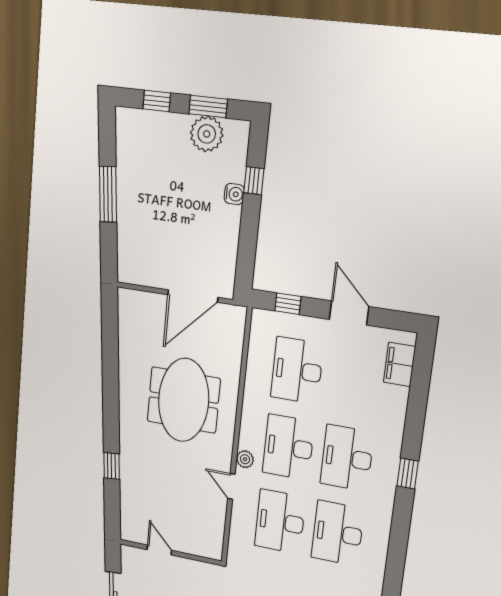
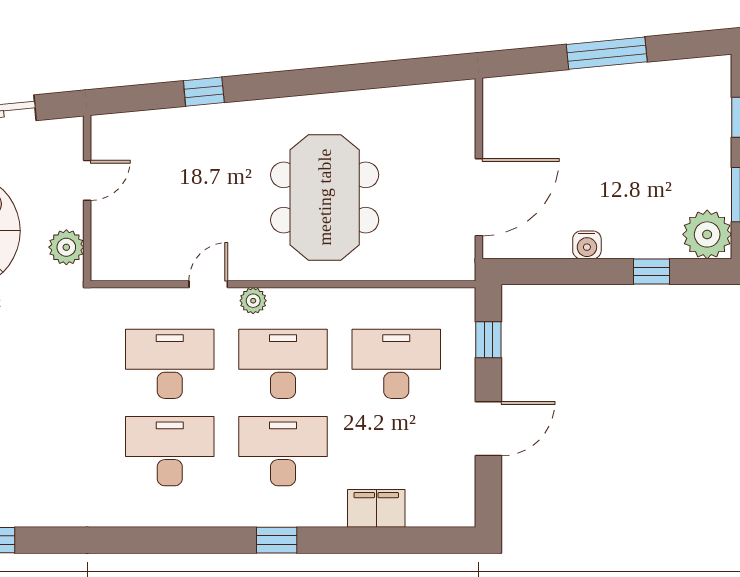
plant: (207, 134) -> (707, 234), moved
water cooler: (234, 194) -> (587, 245), moved
door: (193, 296) -> (479, 197), swing flipped
filing cabinet: (400, 364) -> (376, 508), moved
meeting table: (184, 400) -> (325, 197), turned 90
plant: (199, 572) -> (66, 247), added

